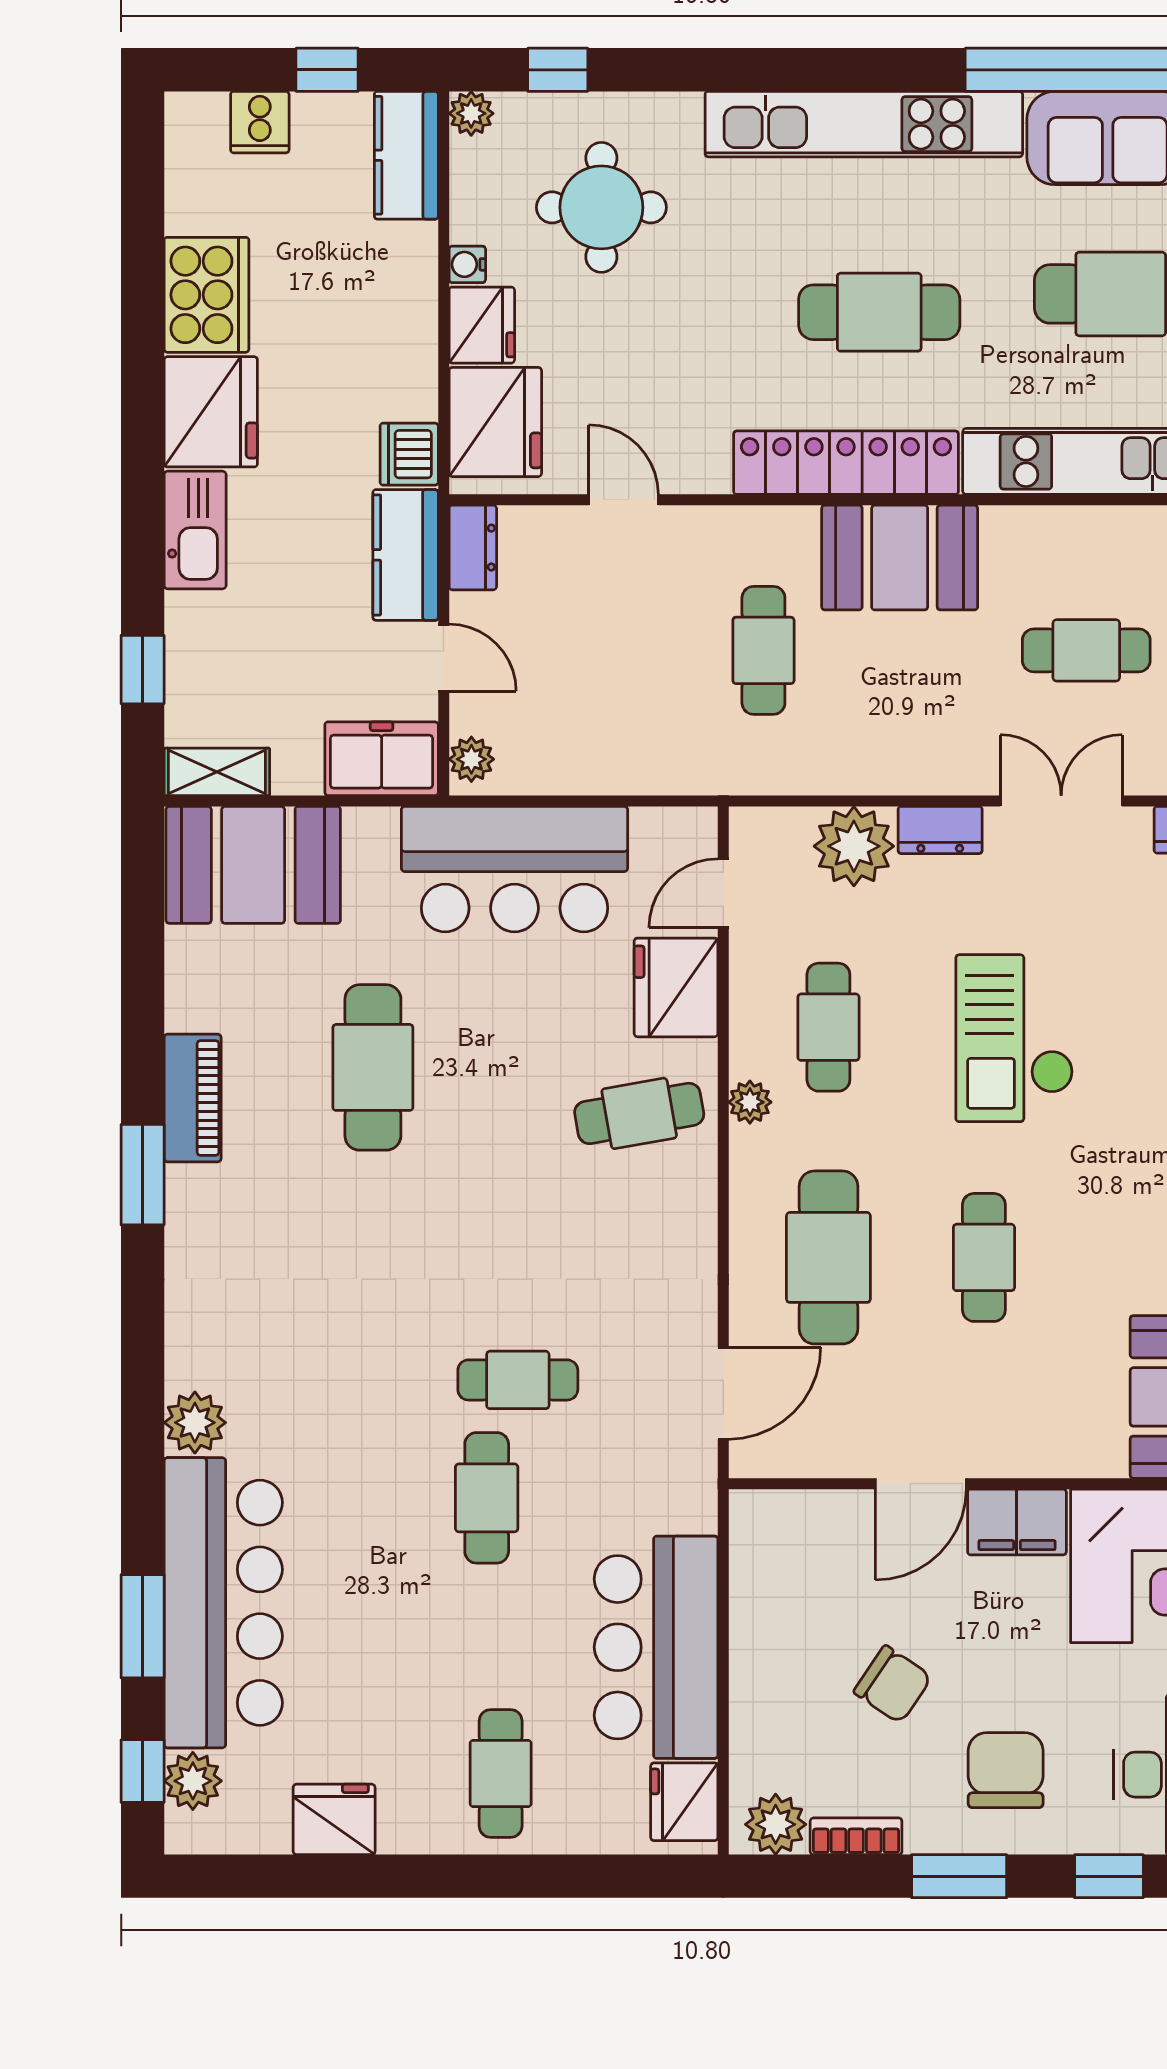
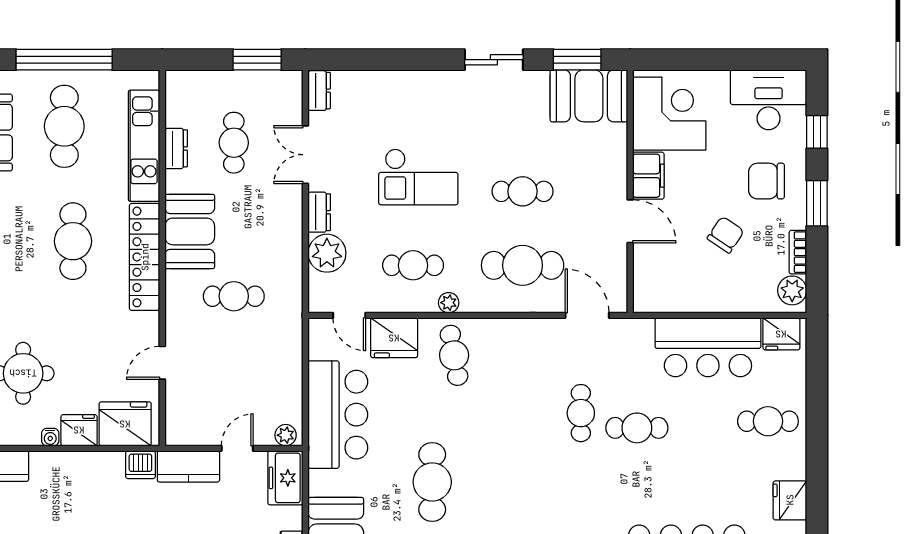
dresser: (473, 548) -> (176, 148), moved, turned 90
cafe table: (373, 1067) -> (432, 482), turned 90

